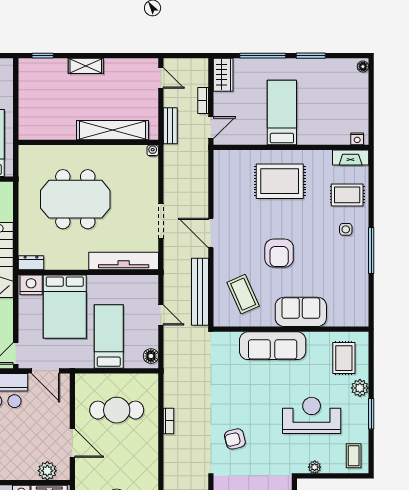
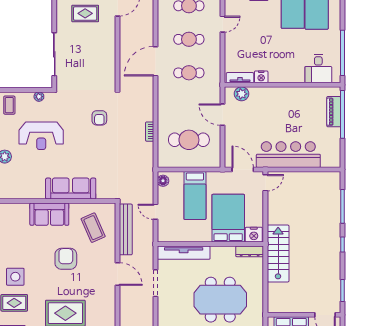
side table: (346, 229) -> (15, 277), width x1.87, depth x1.87
dresser: (31, 263) -> (250, 251), width x1.44
rug: (344, 358) -> (17, 179), removed
armchair: (235, 439) -> (99, 118), turned 104

